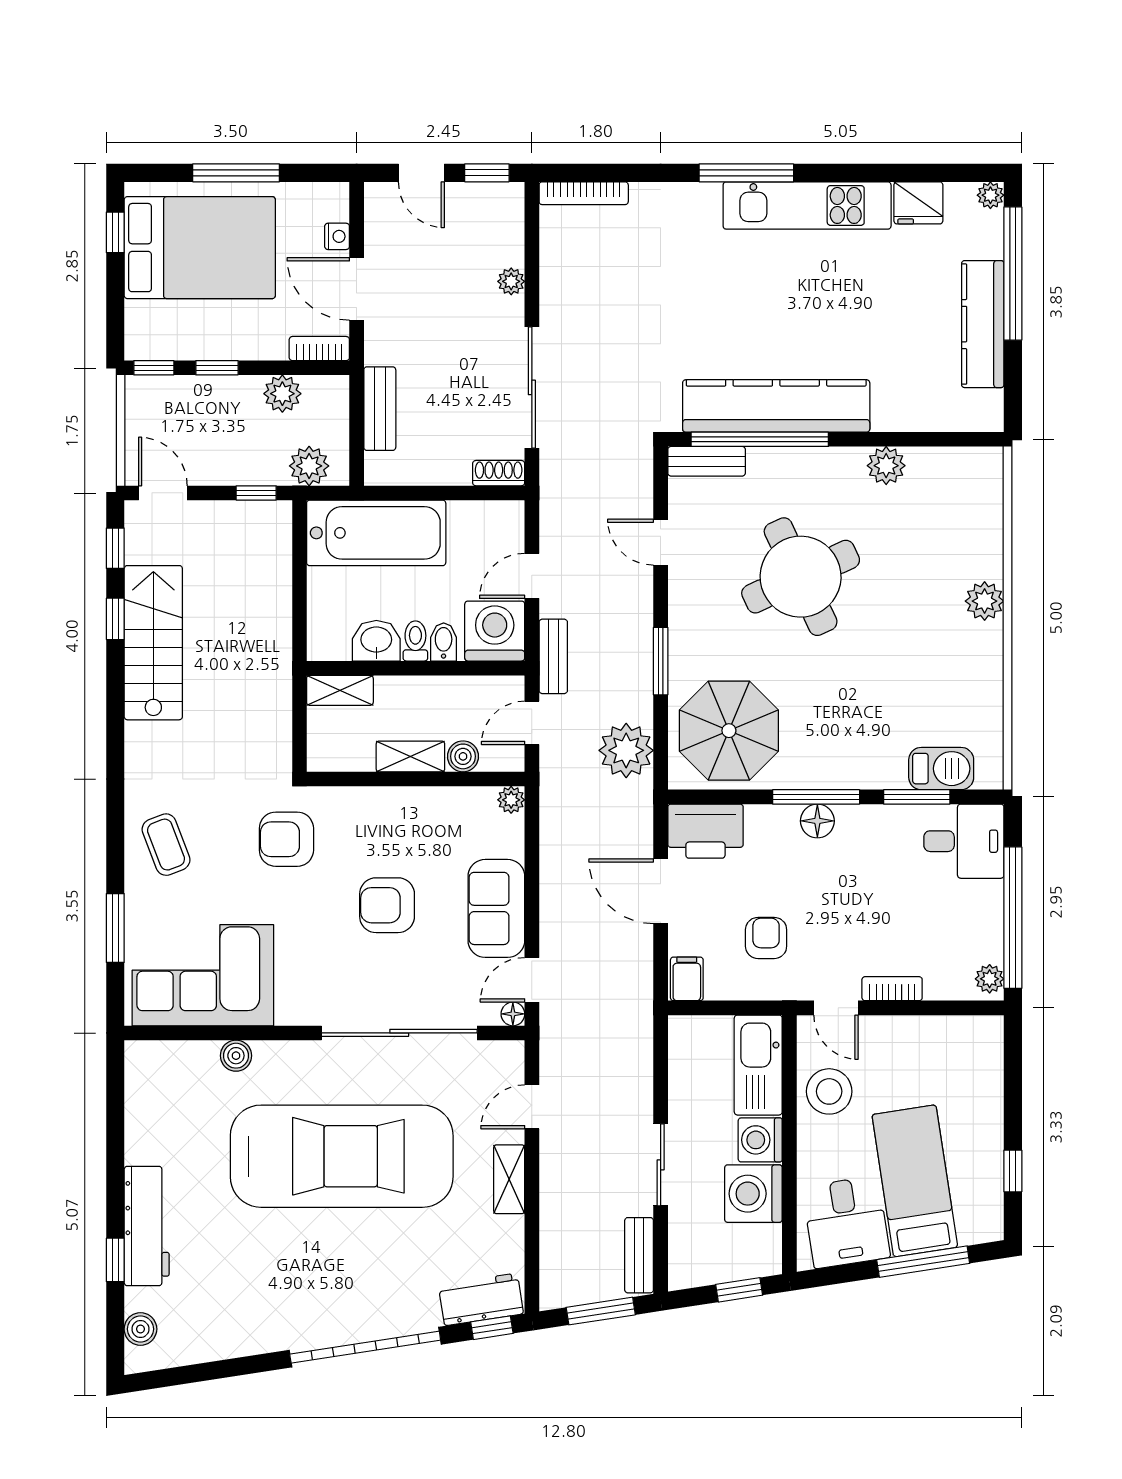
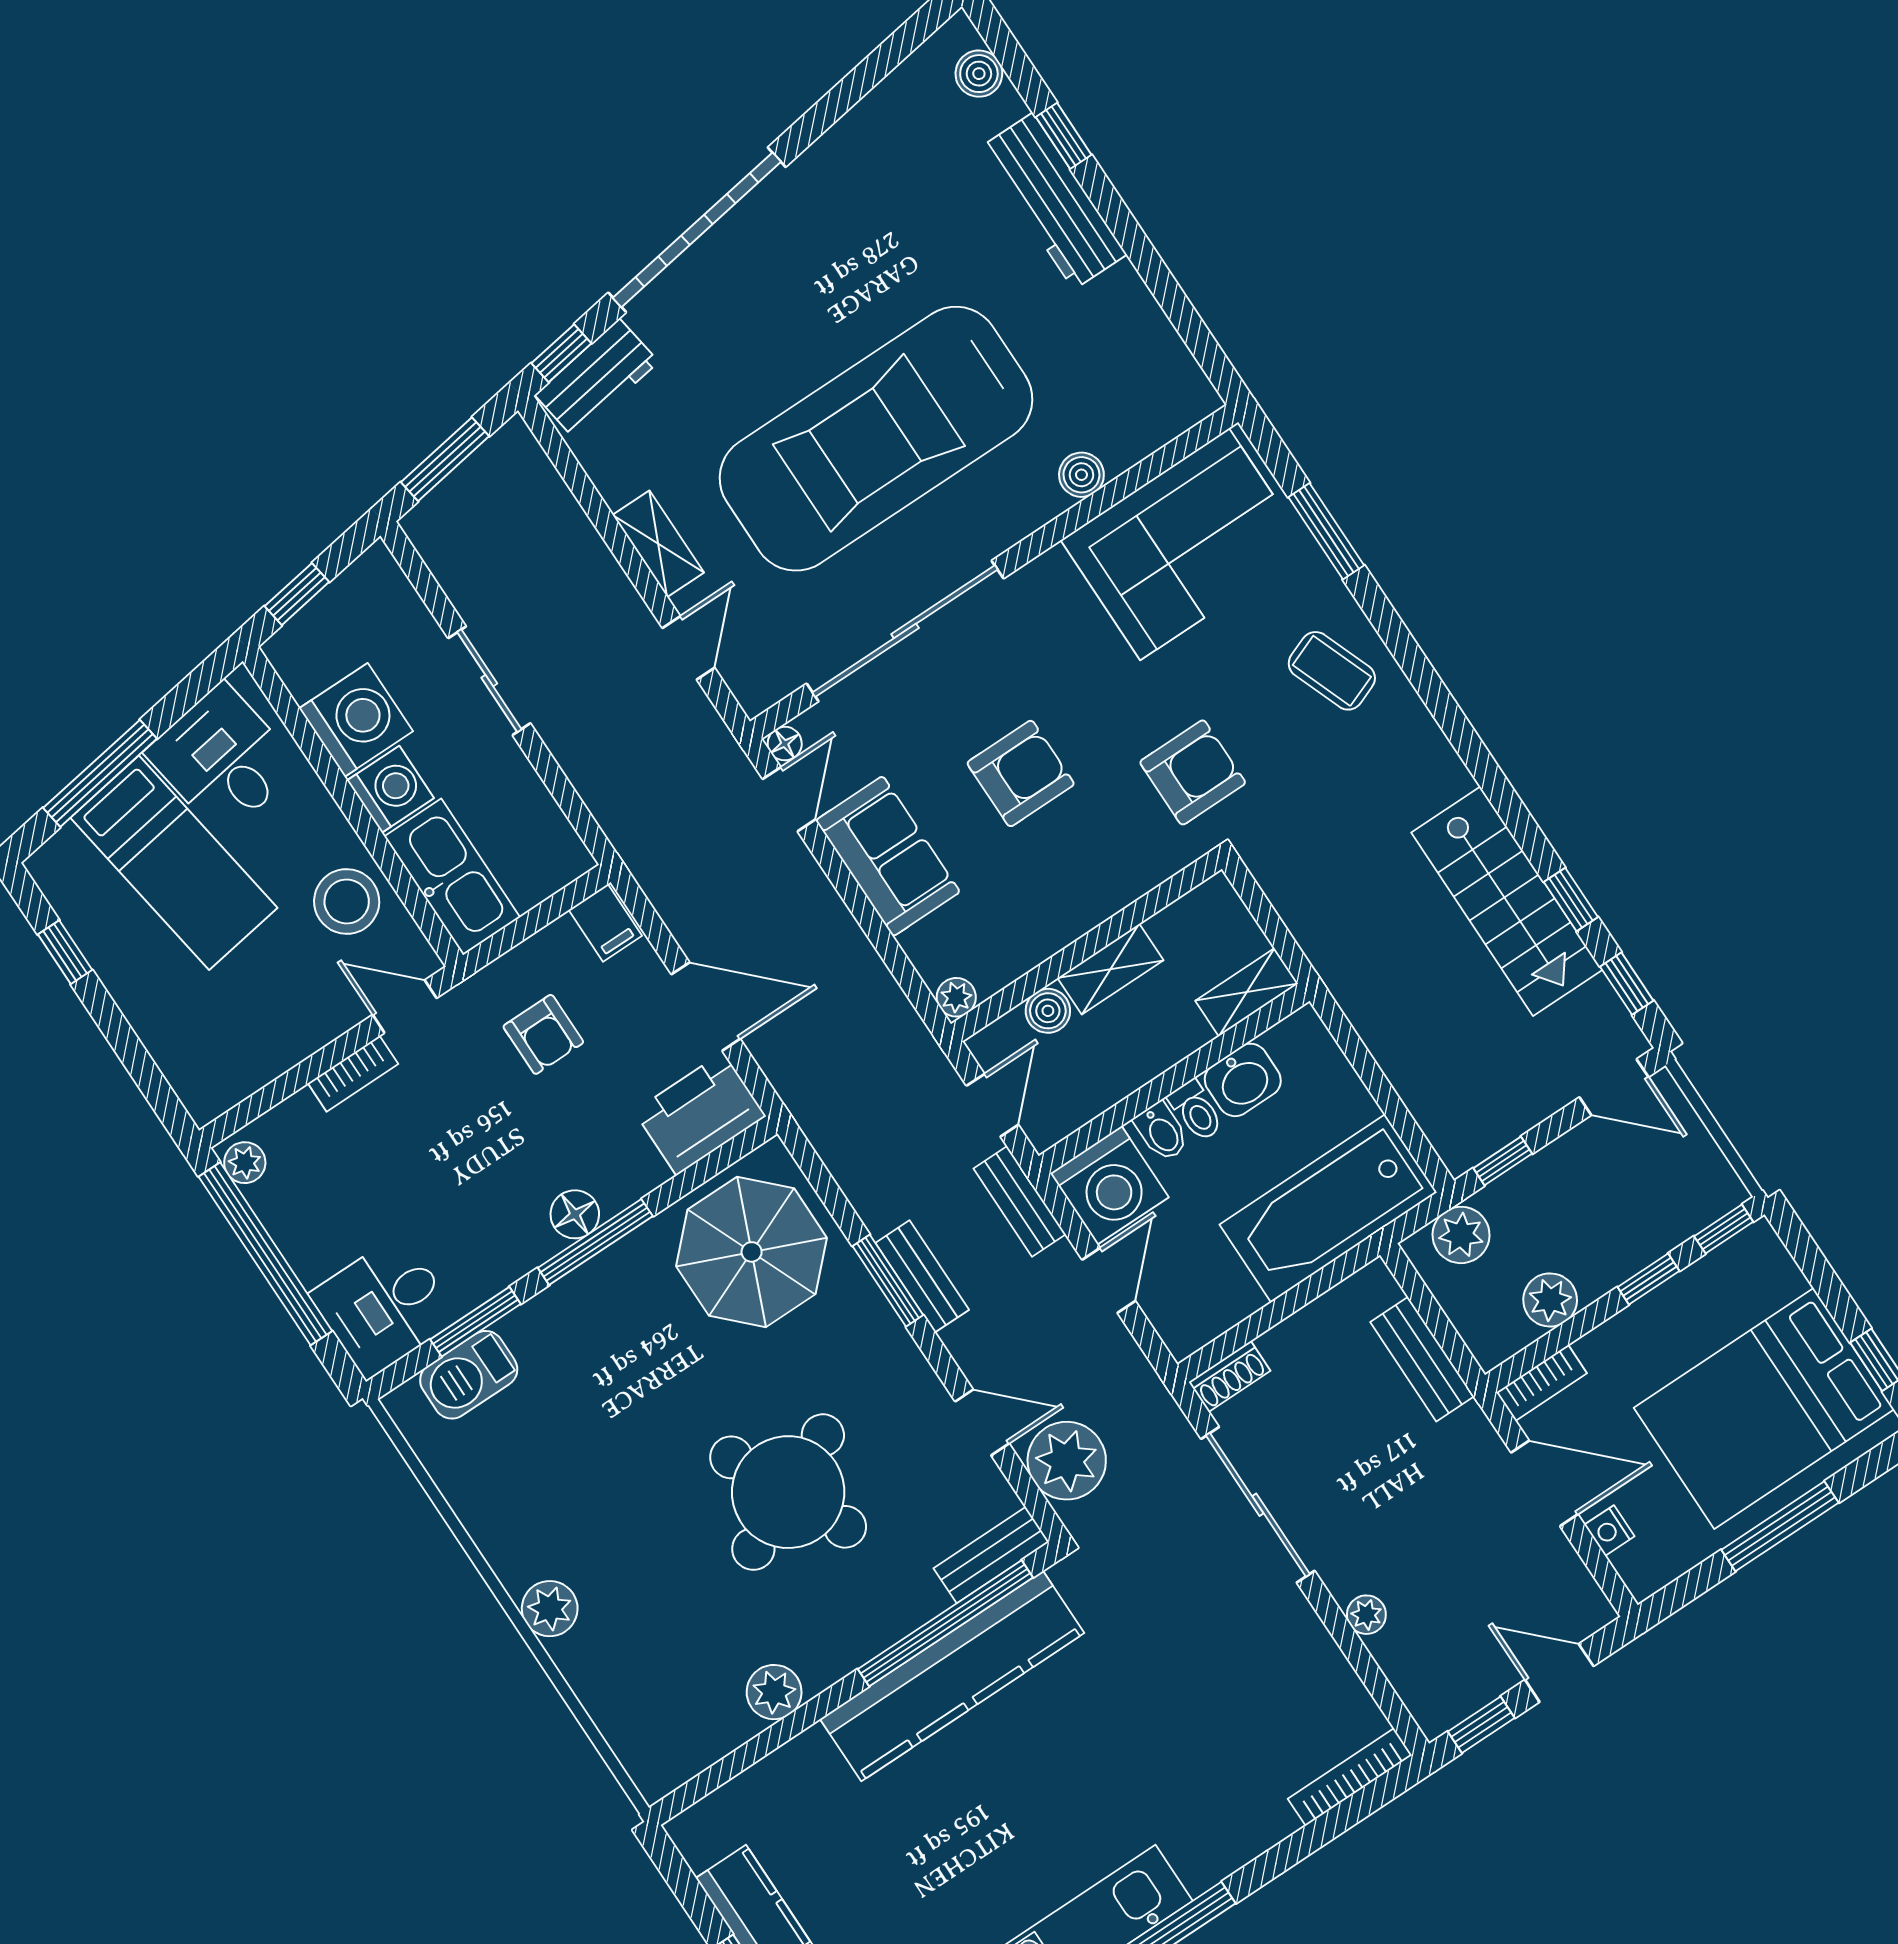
plant: (626, 750) -> (1067, 1461), moved
bench: (639, 1255) -> (922, 1276), moved

